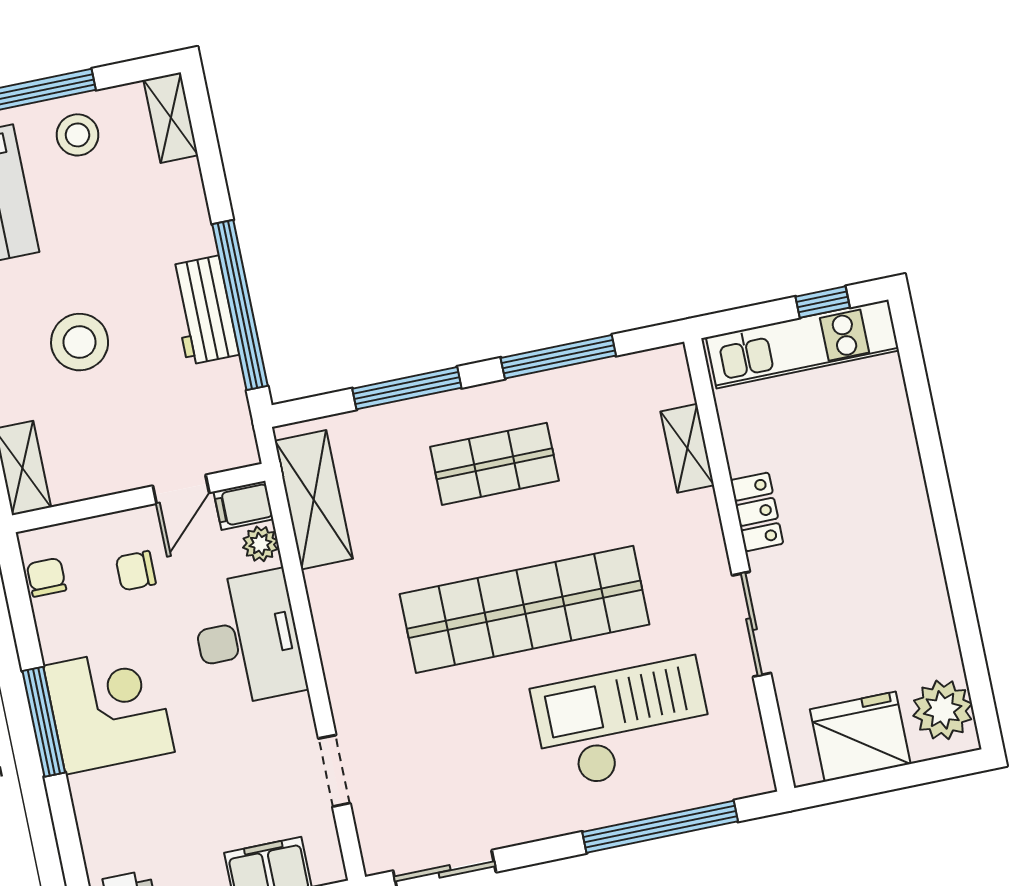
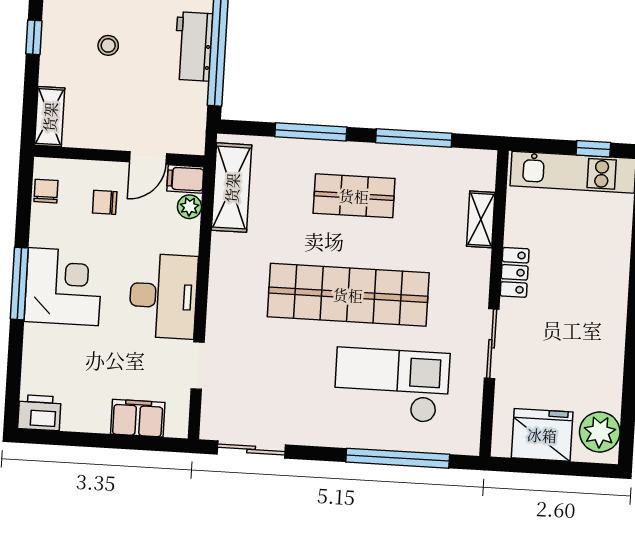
stool: (80, 342) -> (108, 45), width x0.53, depth x0.53
desk: (248, 638) -> (163, 296), moved

